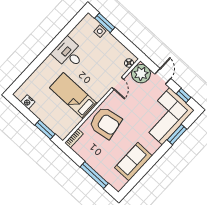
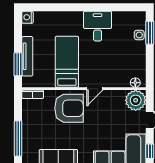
door: (118, 83) -> (95, 89), moved
nightstand: (28, 102) -> (28, 17), moved
tv unit: (45, 119) -> (27, 56), added
armchair: (105, 123) -> (69, 108), turned -80

